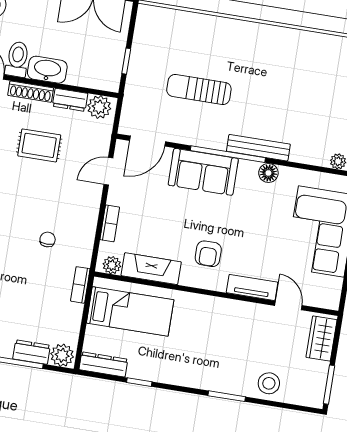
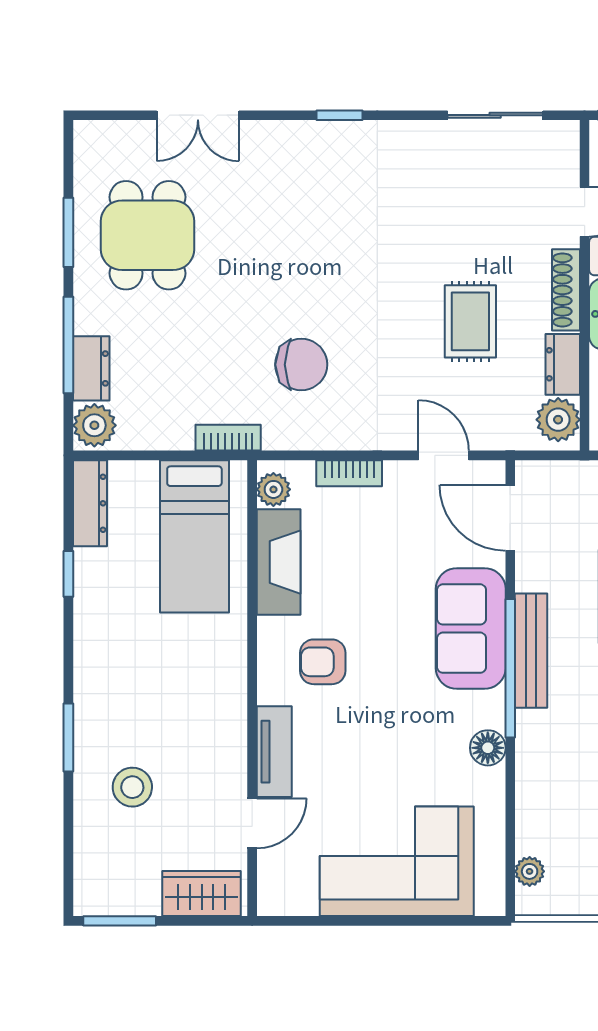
bench: (258, 148) -> (531, 651), moved
chair: (48, 239) -> (301, 365), width x1.87, depth x1.87
stool: (269, 383) -> (132, 787), moved

